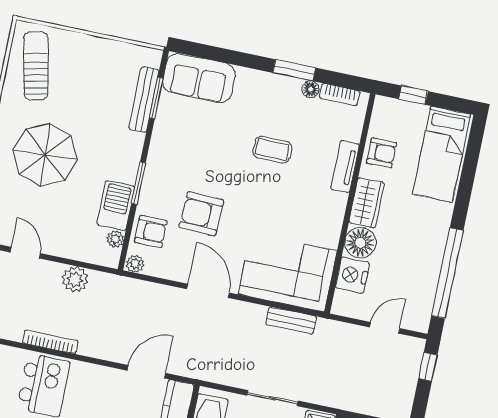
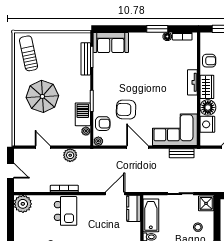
coffee table: (272, 150) -> (155, 70), removed
tv unit: (345, 167) -> (192, 82), moved

